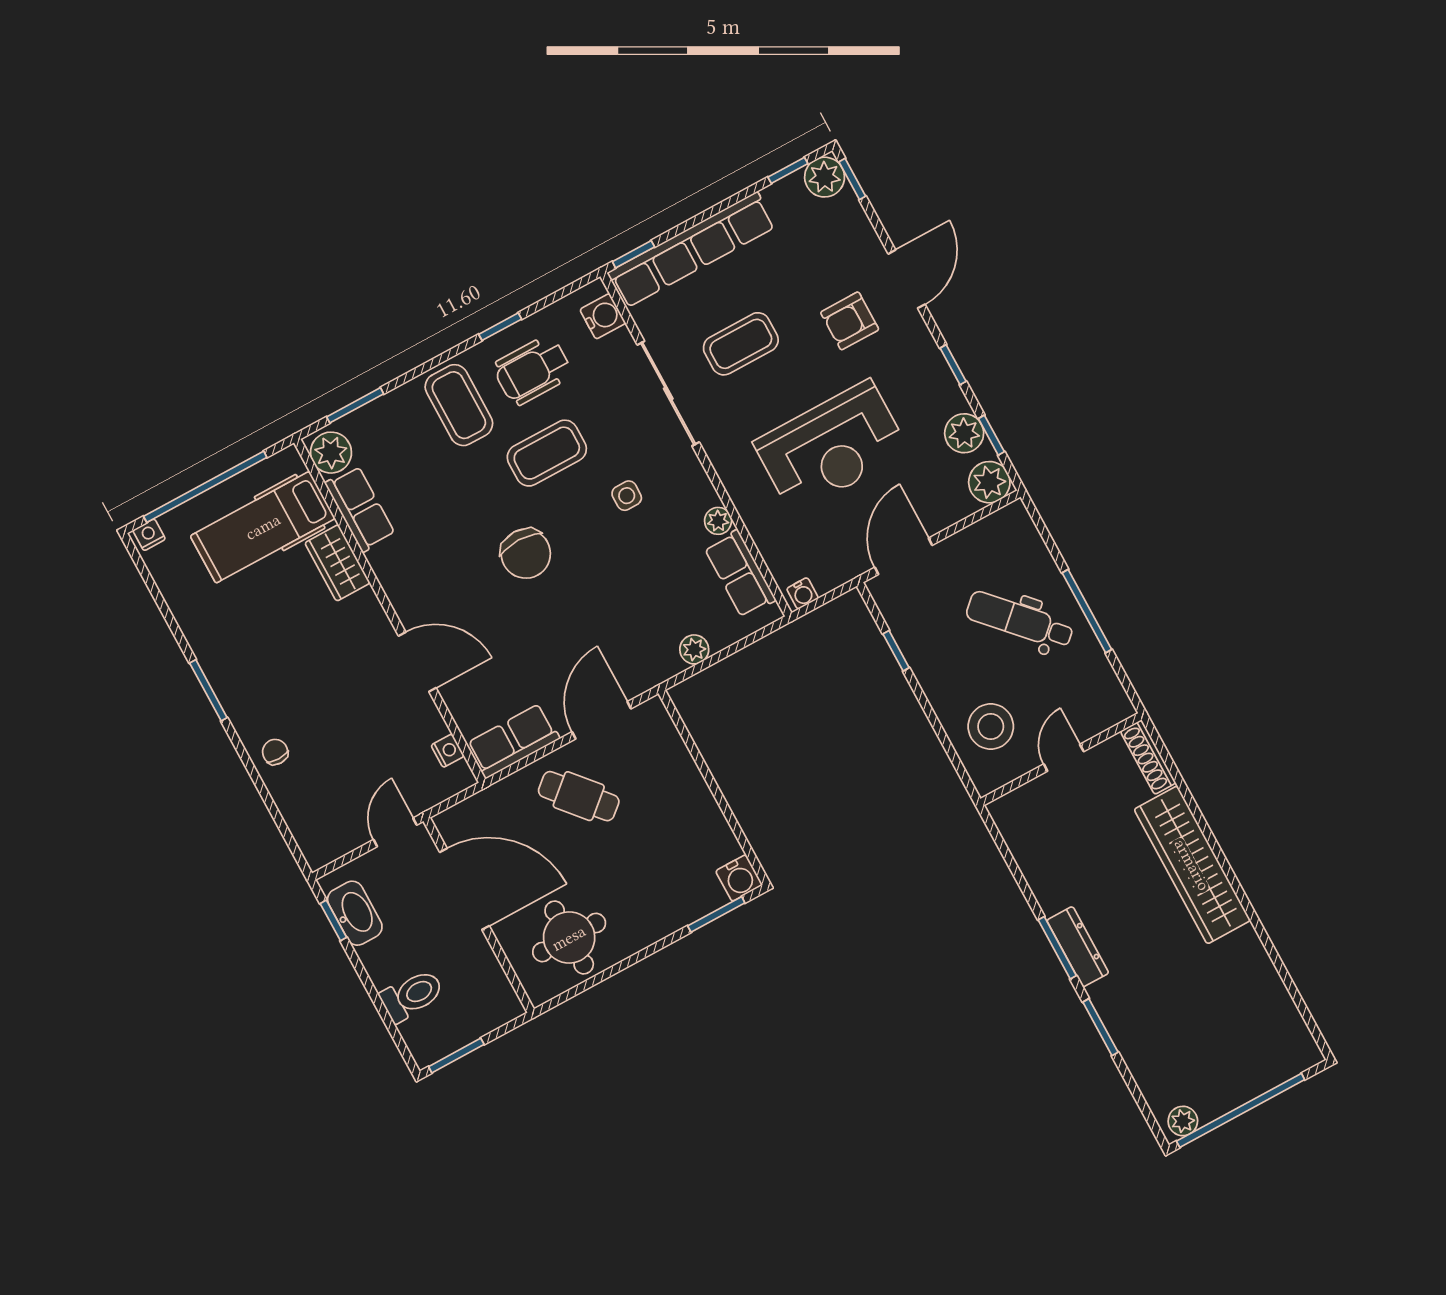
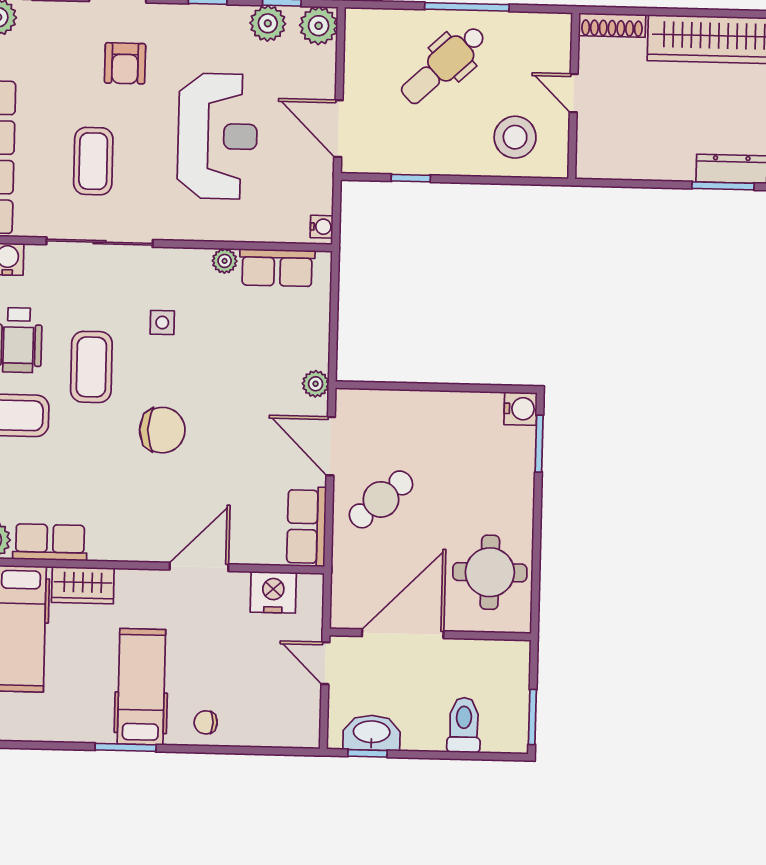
plant: (694, 649) -> (316, 384), moved
hospital bed: (274, 672) -> (141, 687), added
nightstand: (448, 751) -> (273, 592), width x1.89, depth x1.79

